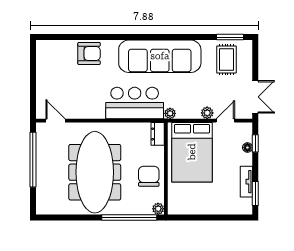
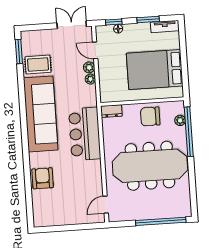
rug: (226, 60) -> (38, 65), moved
plant: (170, 113) -> (90, 79), moved
bed: (192, 152) -> (155, 70), moved, turned 180
window: (33, 160) -> (161, 221), moved
tv unit: (246, 182) -> (165, 27), moved
window: (255, 193) -> (148, 20), moved
plant: (158, 209) -> (180, 120), moved

